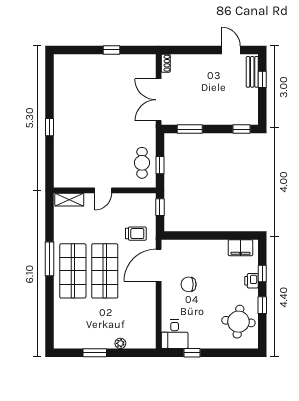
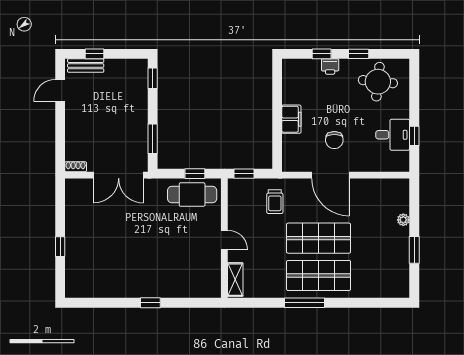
window: (111, 50) -> (60, 247), moved
cafe table: (142, 163) -> (192, 195), width x1.37, depth x1.35
trolley: (136, 234) -> (275, 202), turned 180
filing cabinet: (240, 248) -> (291, 119), moved
door: (159, 265) -> (330, 175), moved
desk: (175, 334) -> (393, 135), moved

